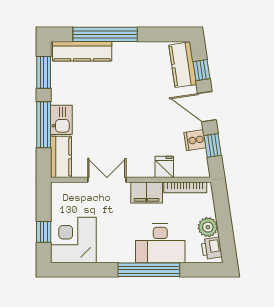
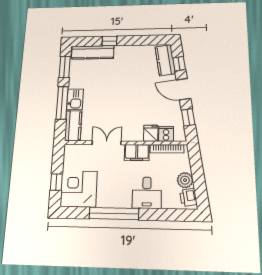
window: (105, 34) -> (110, 41), width x0.32
cooker: (195, 140) -> (166, 134), moved, turned 98
desk: (160, 243) -> (147, 193), width x0.73
window: (149, 270) -> (114, 214), moved

